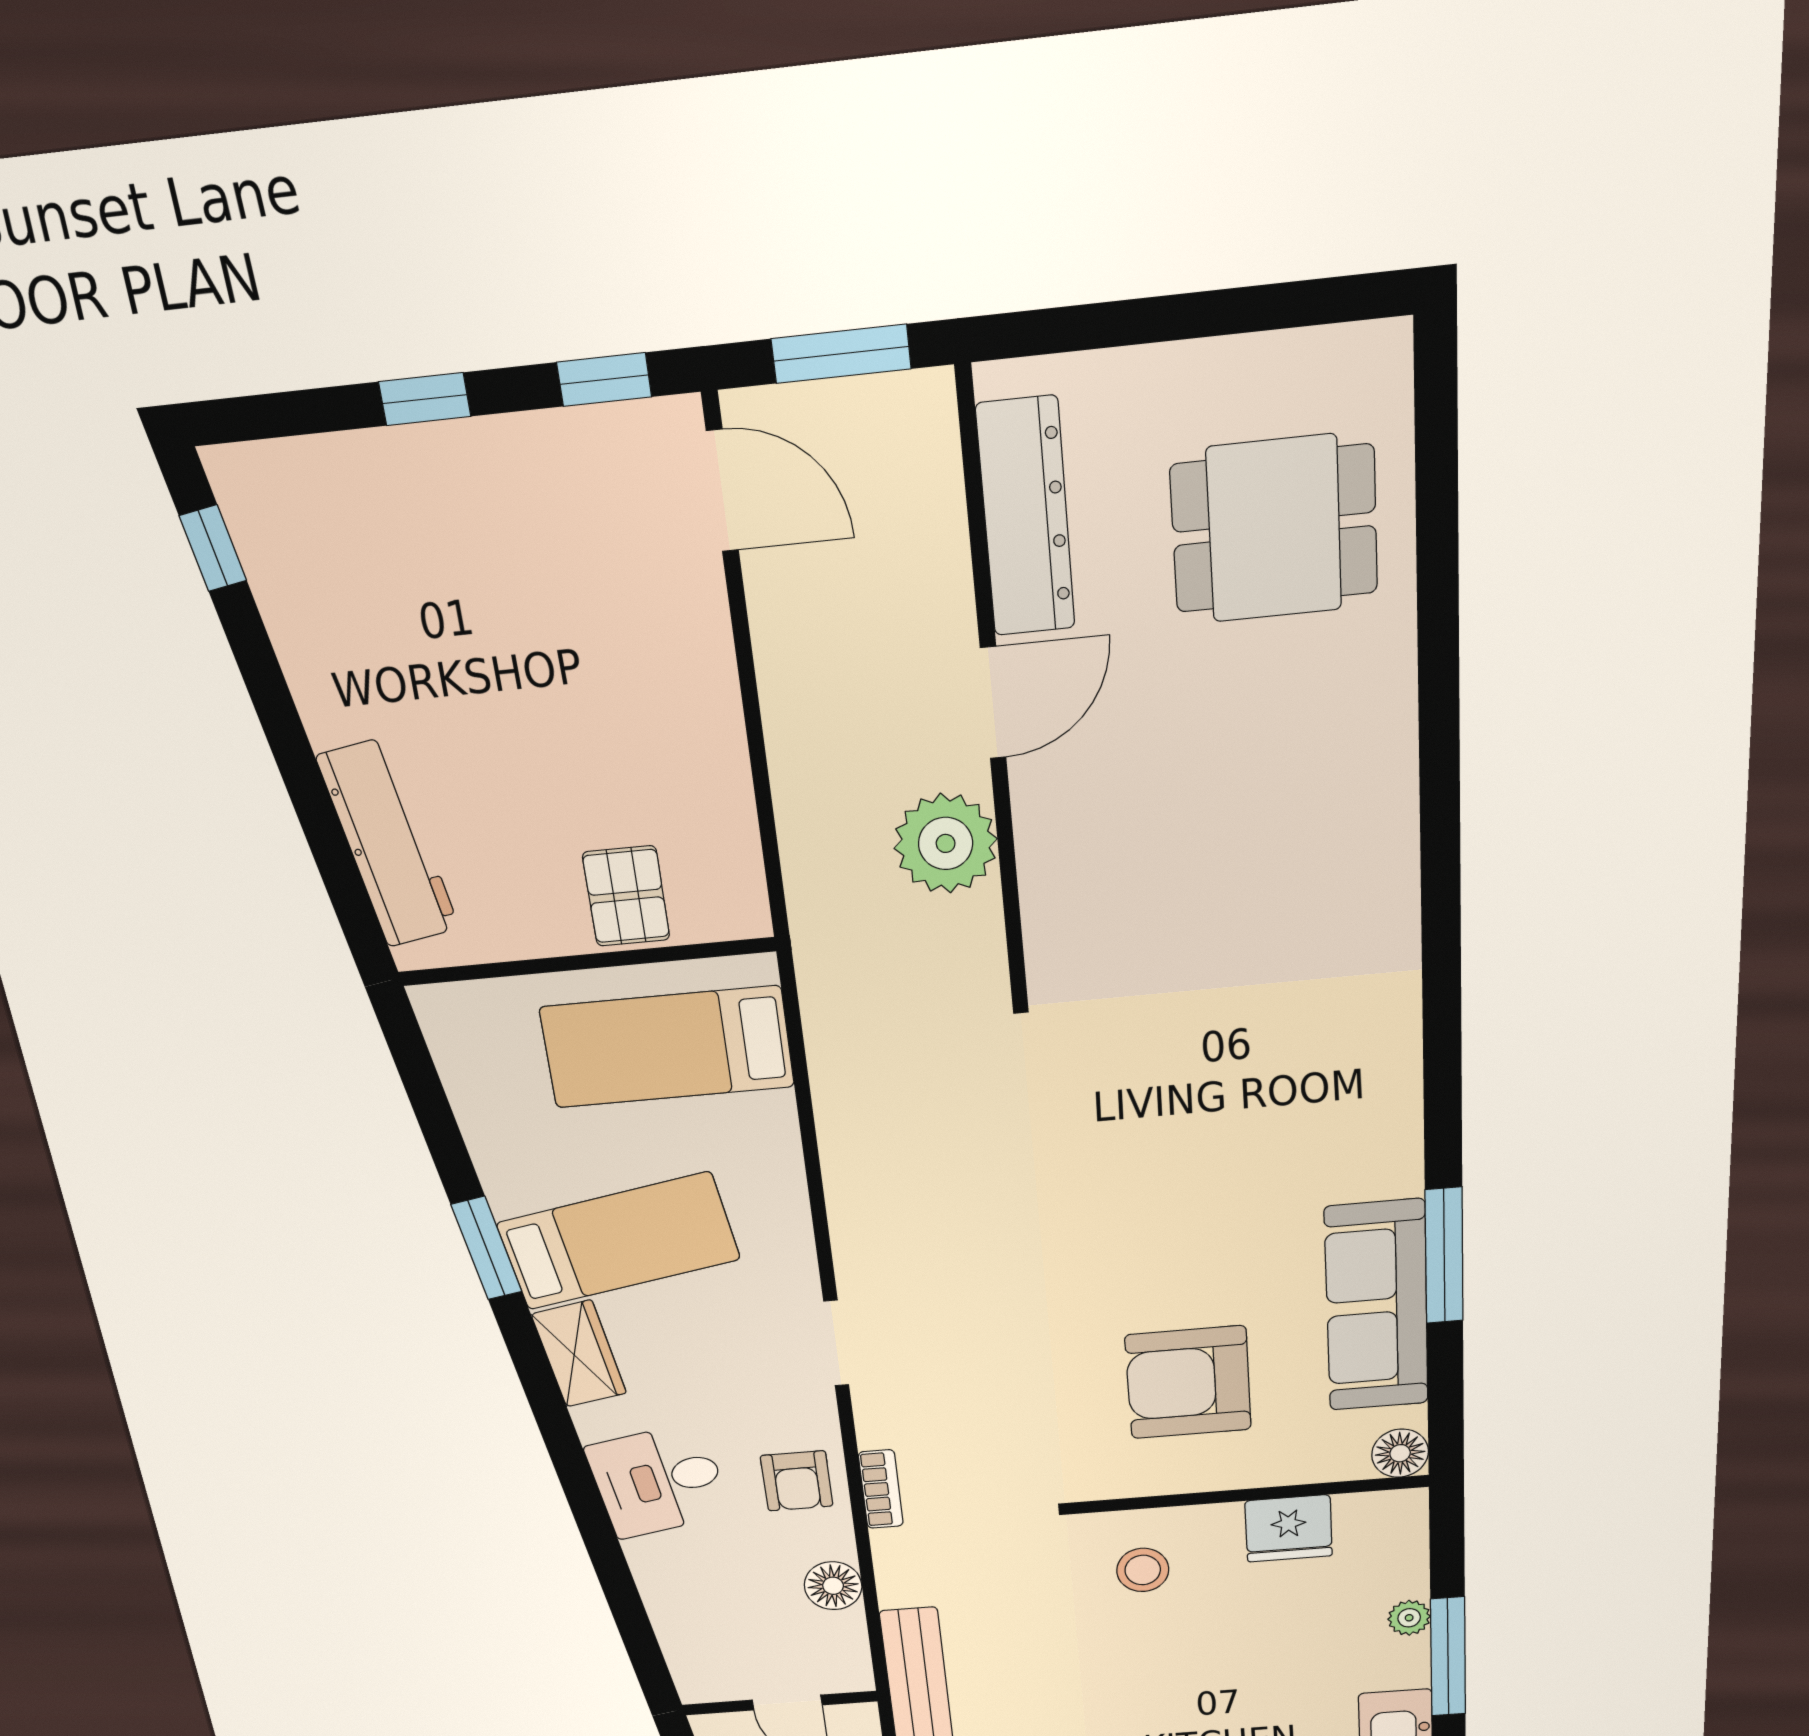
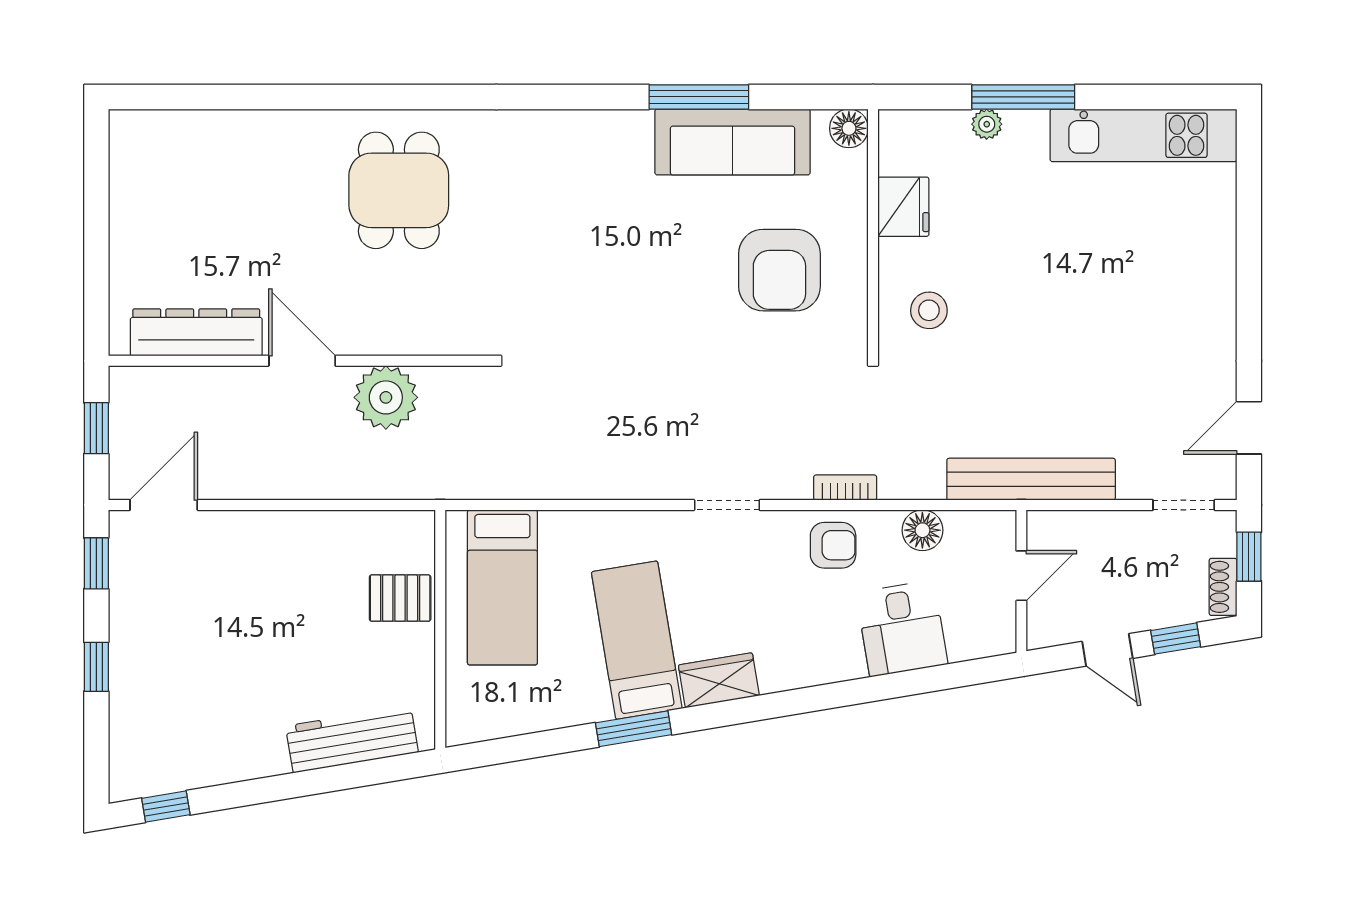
window: (841, 354) -> (96, 428), width x0.67
dining table: (1274, 529) -> (399, 190), moved
desk: (658, 1481) -> (902, 628), moved

